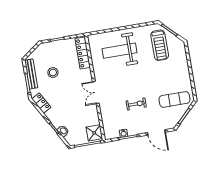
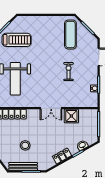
locker: (41, 103) -> (62, 156), moved
shower: (94, 133) -> (71, 116), moved

